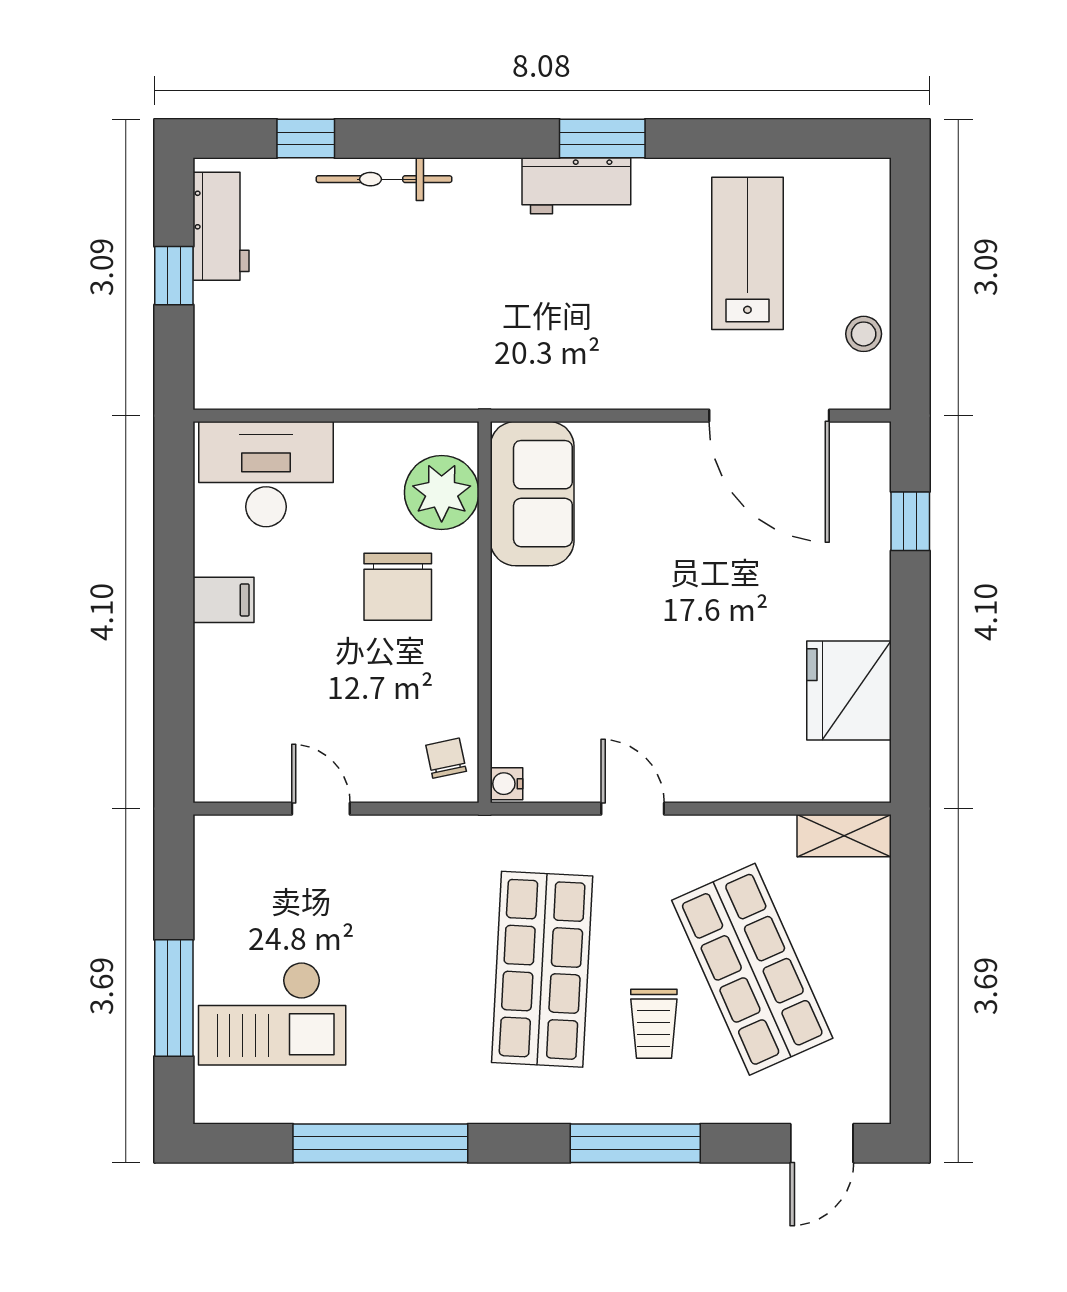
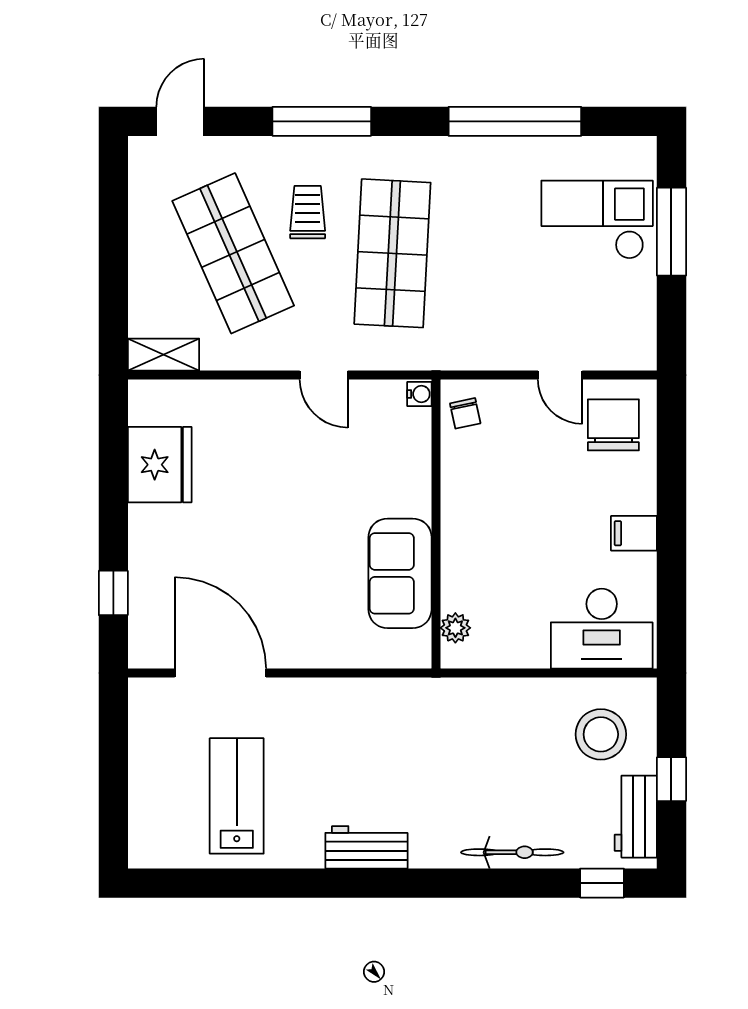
window: (306, 139) -> (602, 883), moved
window: (602, 139) -> (347, 883), removed
lab bench: (747, 253) -> (237, 796), turned 180
stool: (864, 334) -> (601, 734), moved, width x1.89, depth x1.89
plant: (442, 492) -> (455, 628), width x0.53, depth x0.53
sofa: (532, 494) -> (400, 573), moved
chair: (398, 587) -> (613, 425), moved

